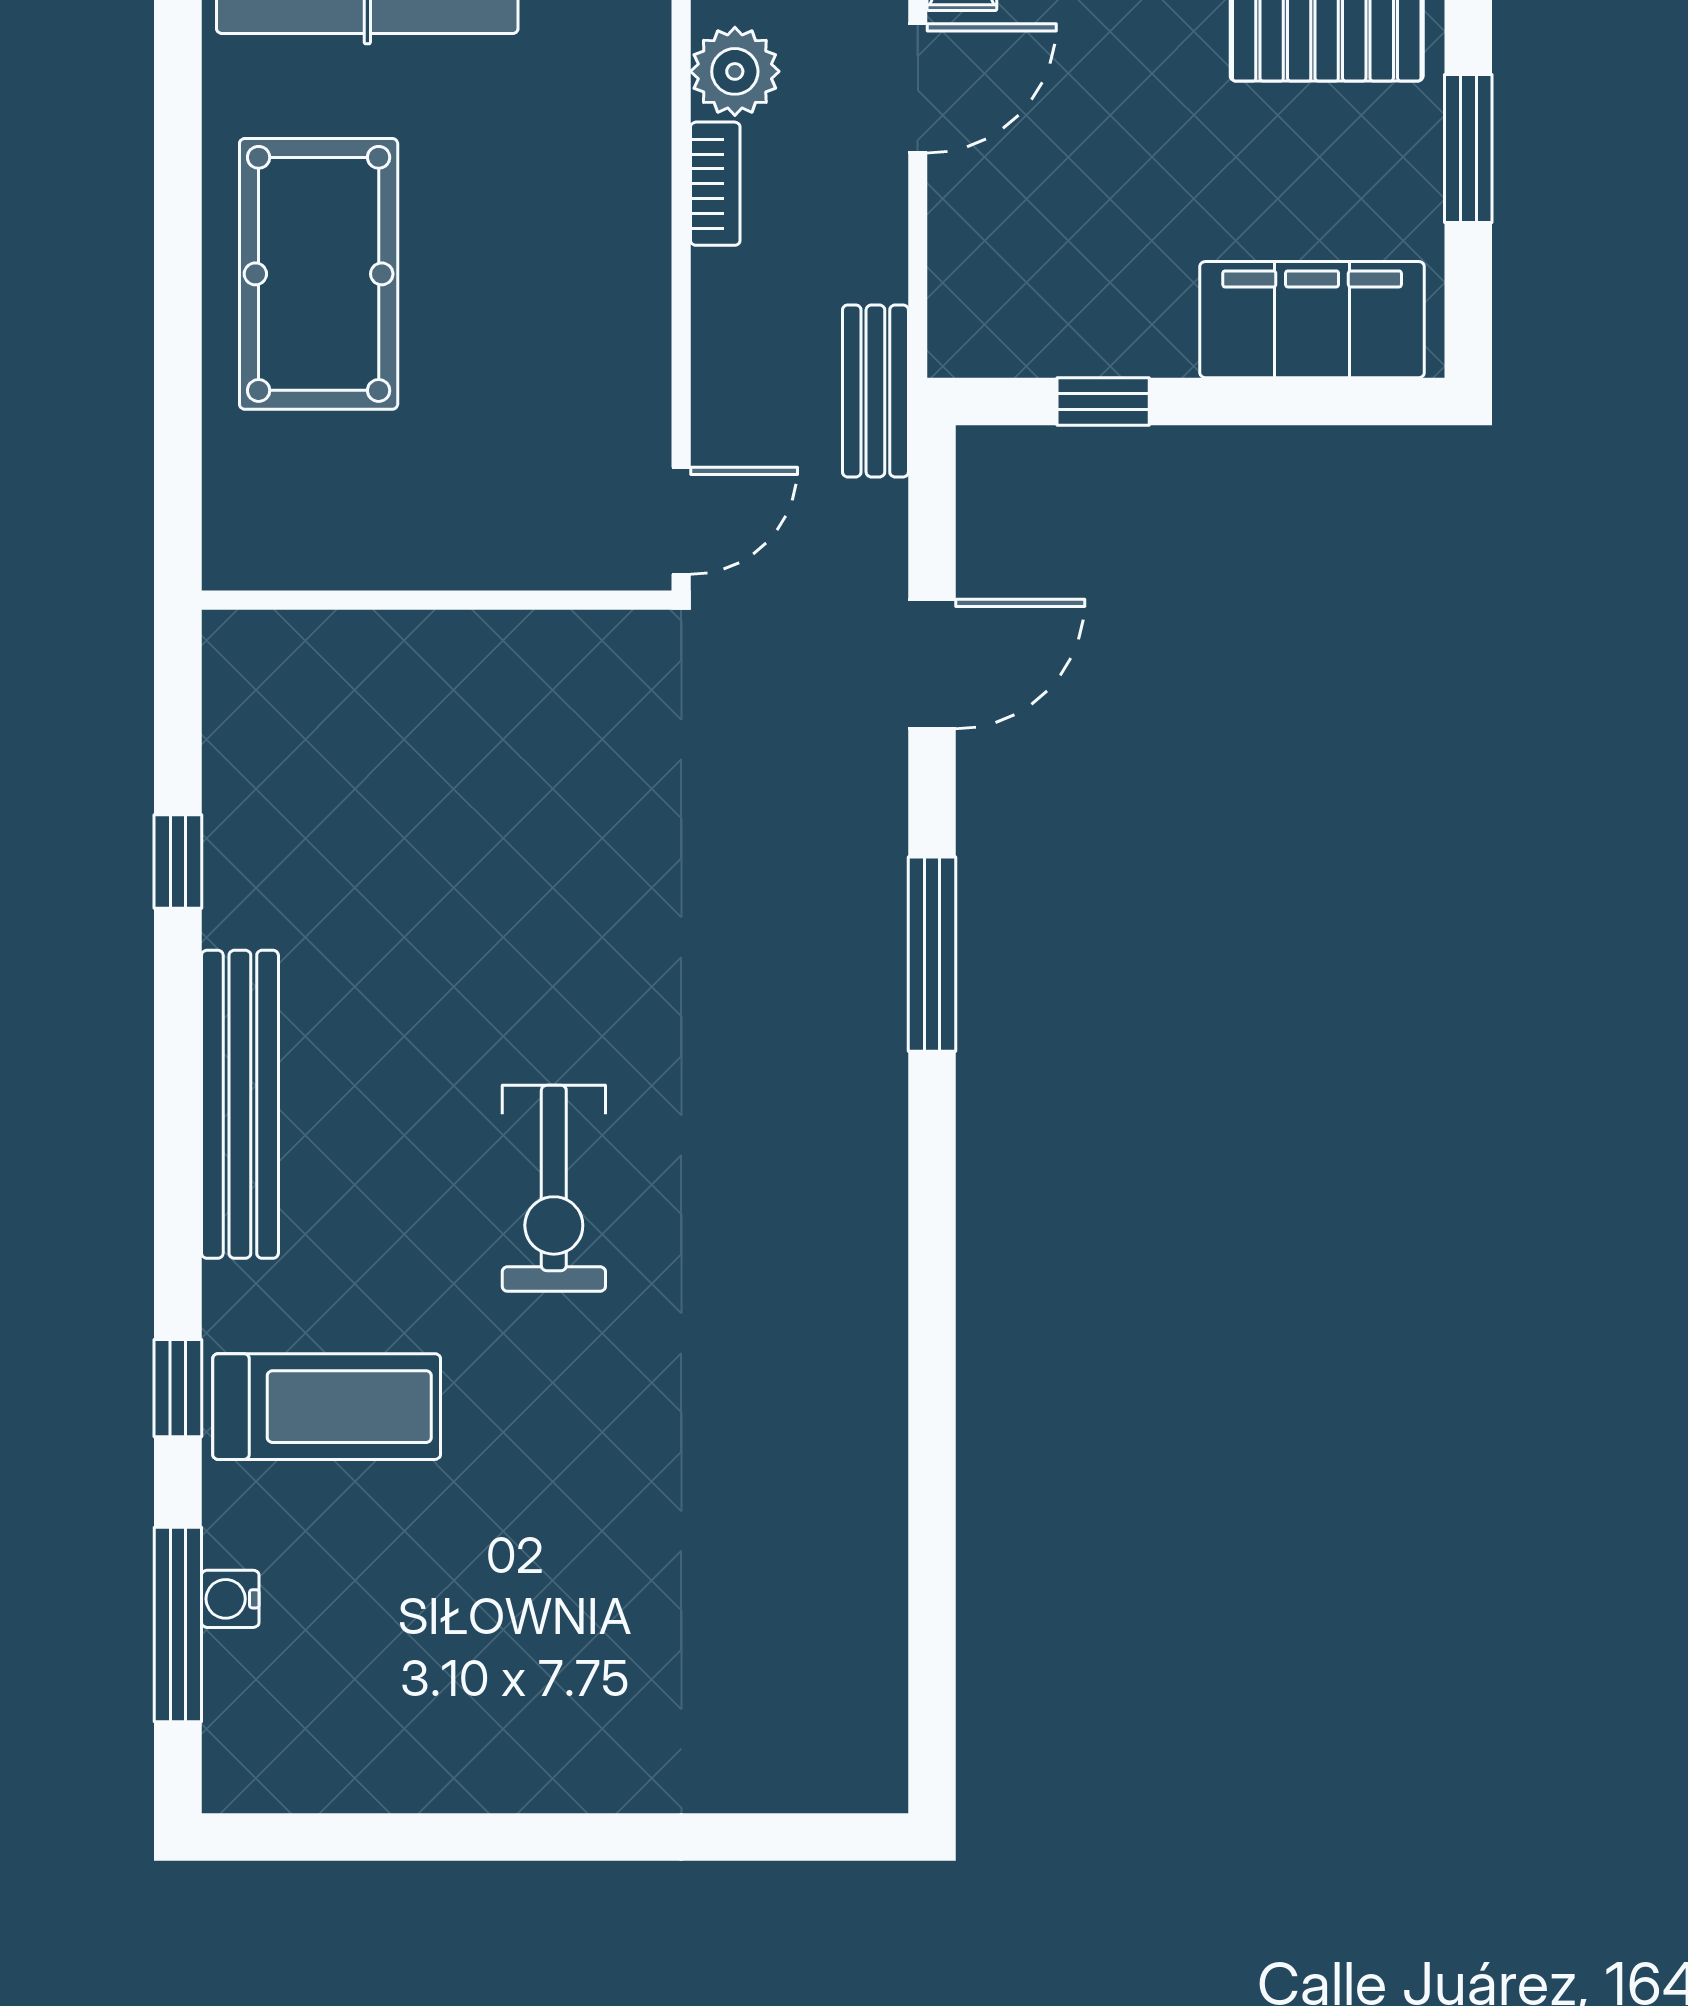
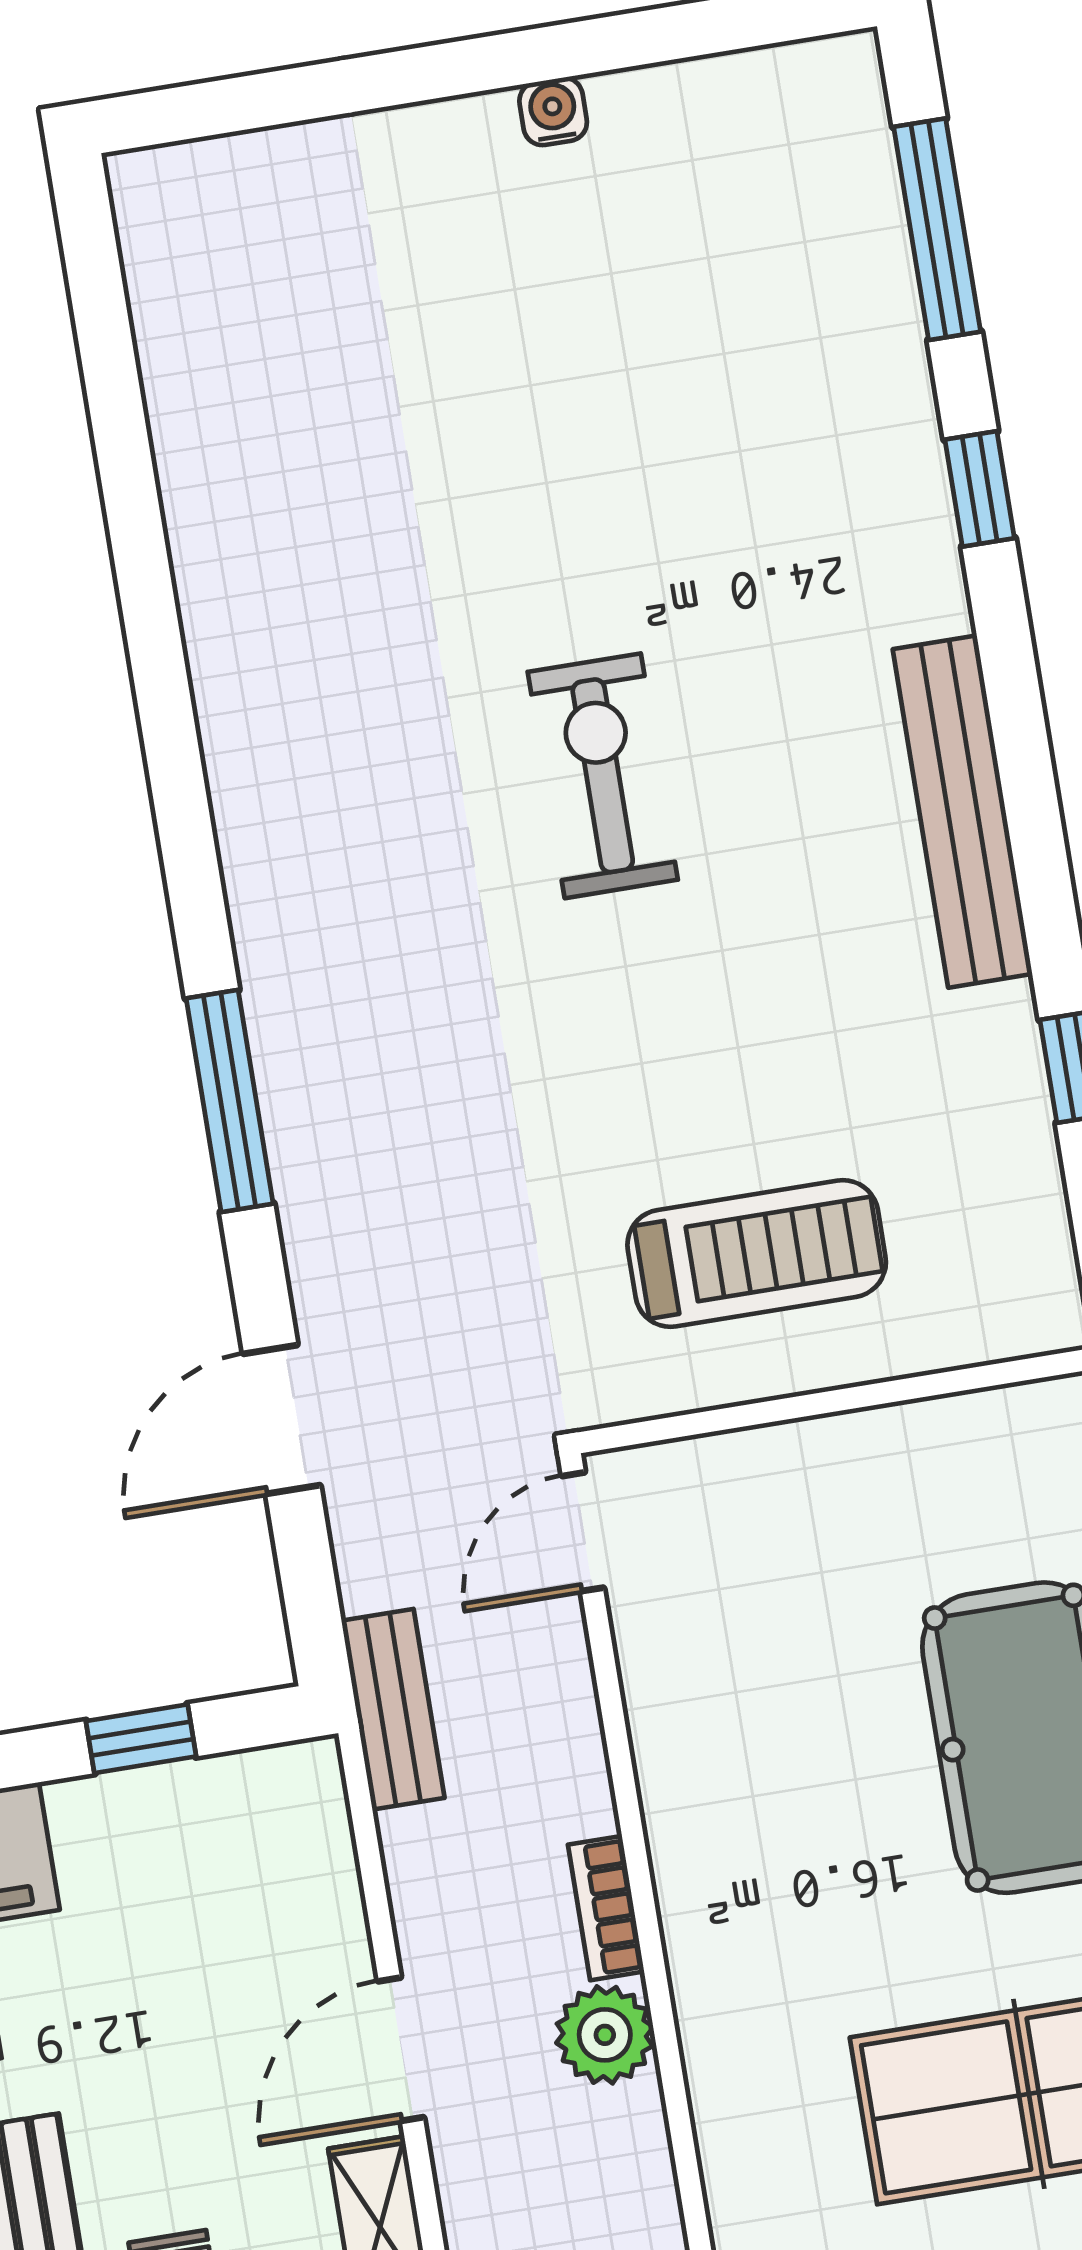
treadmill: (327, 1407) -> (757, 1253), moved, turned 180
water cooler: (230, 1599) -> (553, 111), moved, turned -90

